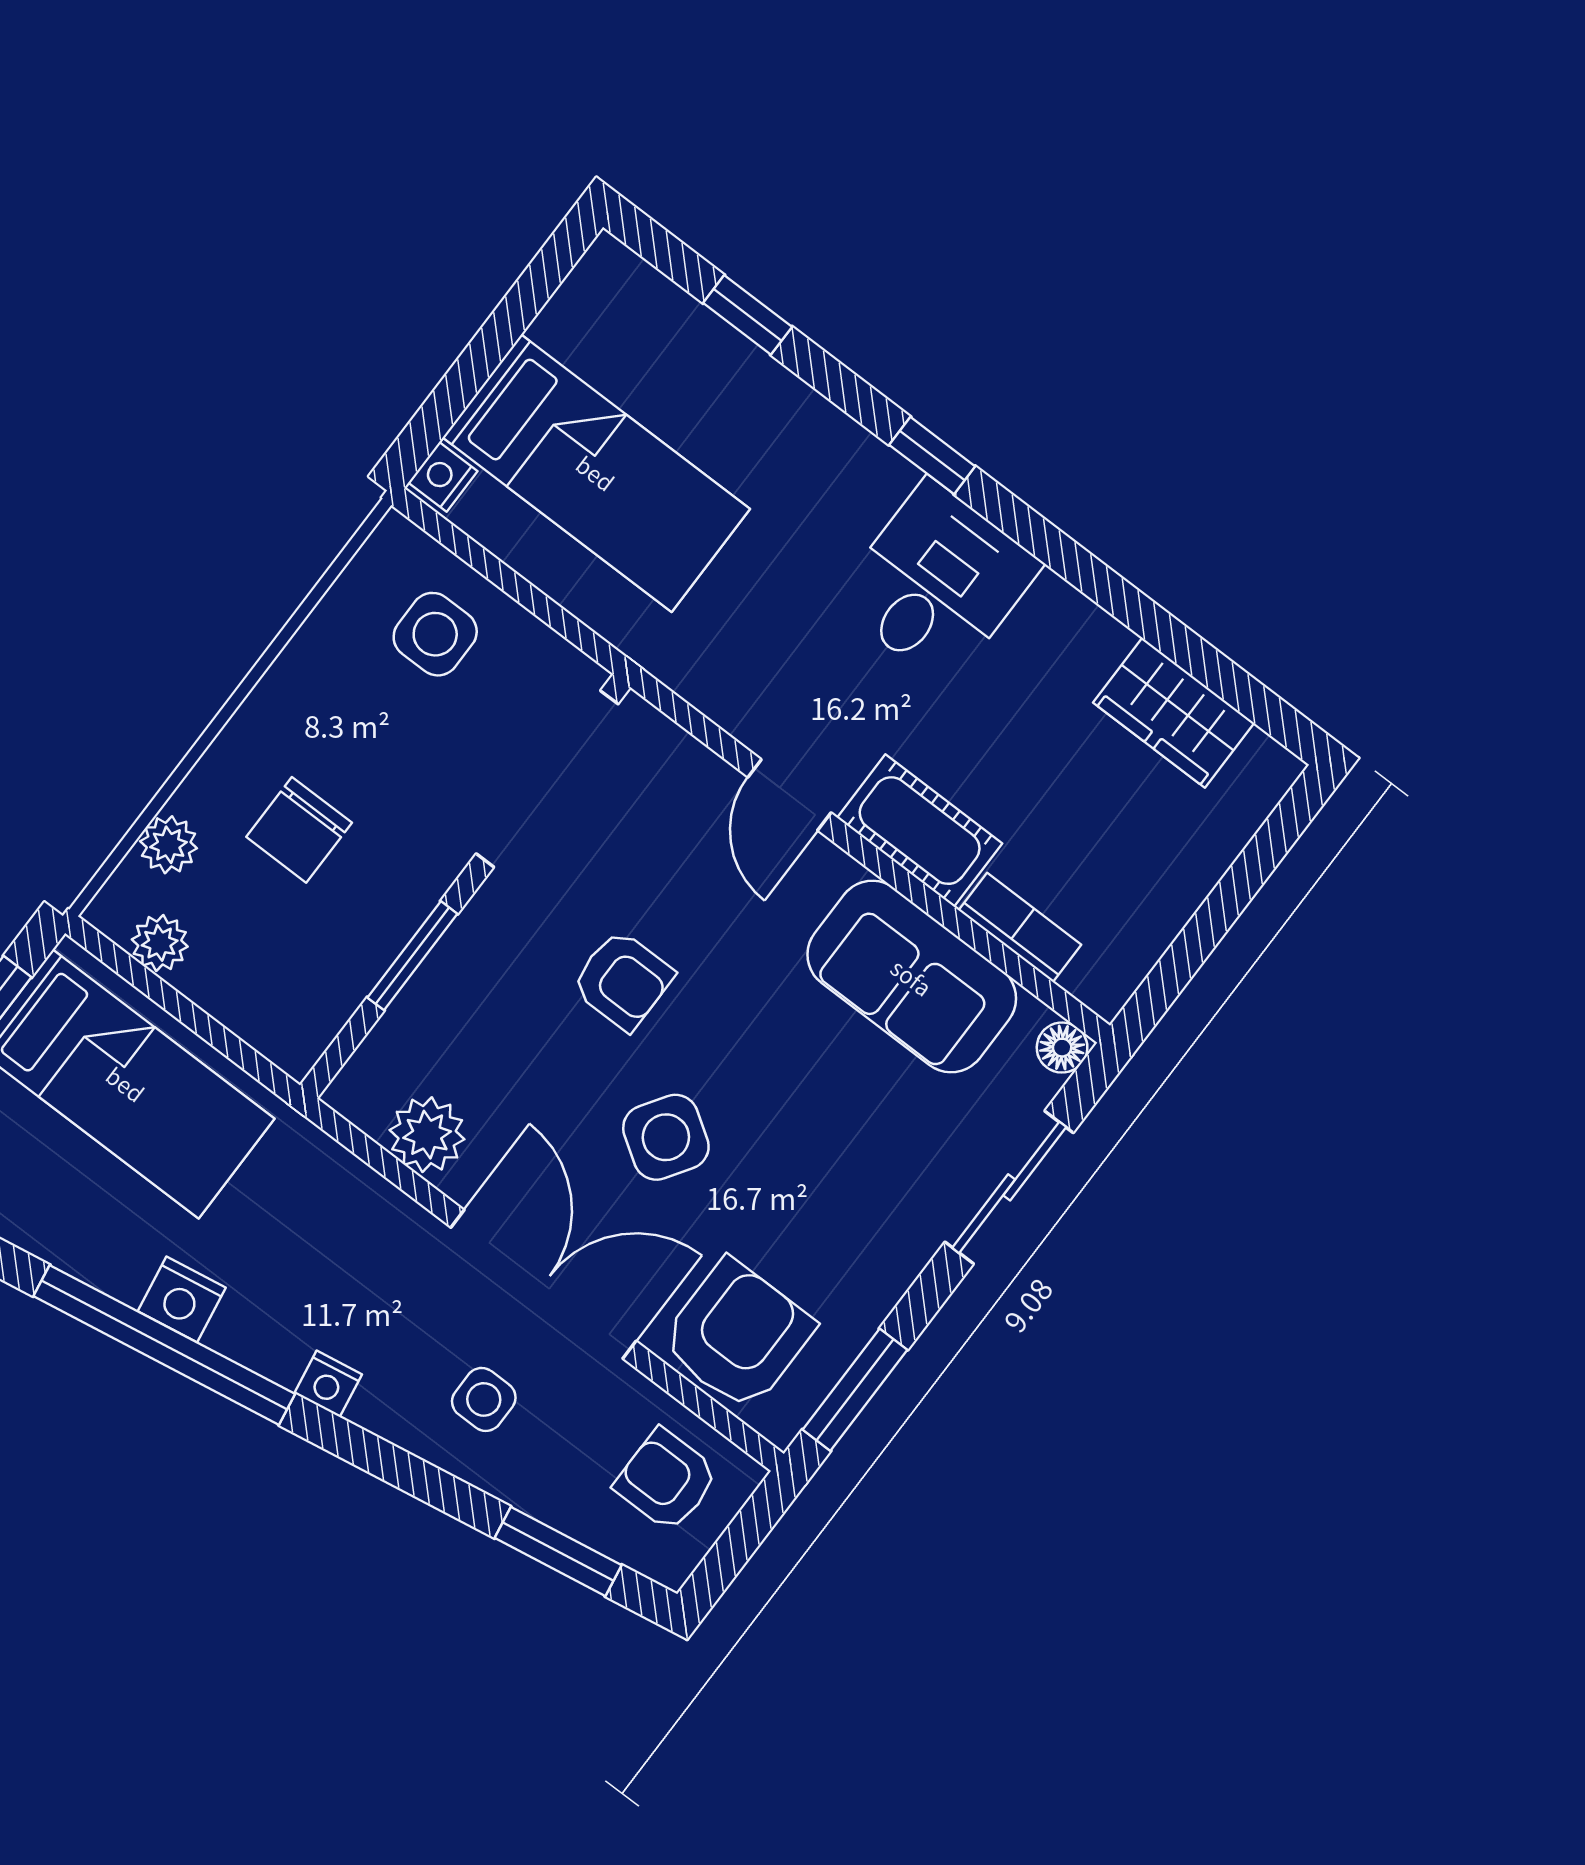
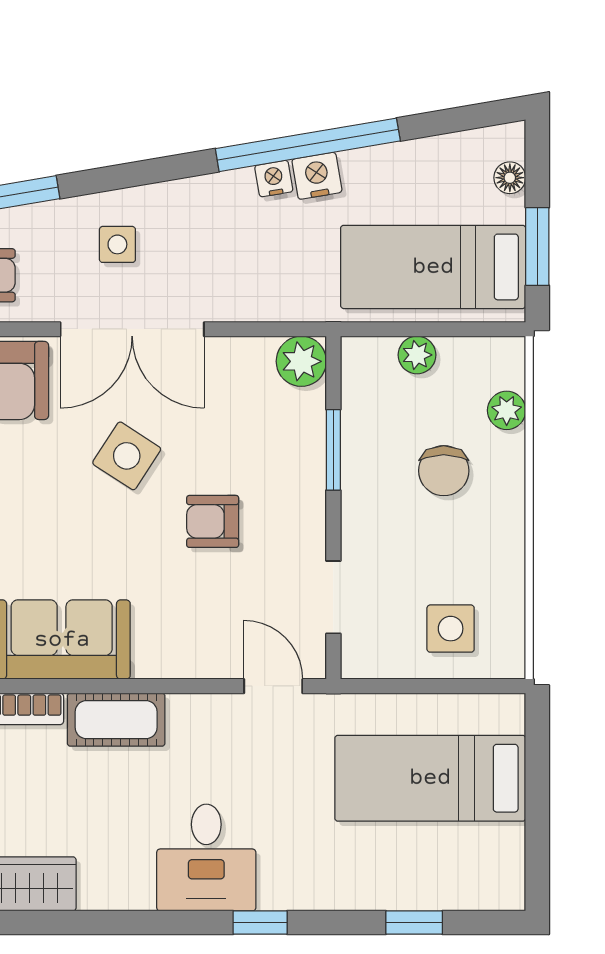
nightstand: (443, 477) -> (510, 715), removed
doorway: (547, 779) -> (333, 597), width x0.53
door: (789, 795) -> (273, 686), moved
chair: (299, 830) -> (444, 471), turned 180
plant: (160, 943) -> (417, 355), moved
plant: (427, 1135) -> (301, 361), moved
nightstand: (328, 1384) -> (274, 179), moved

